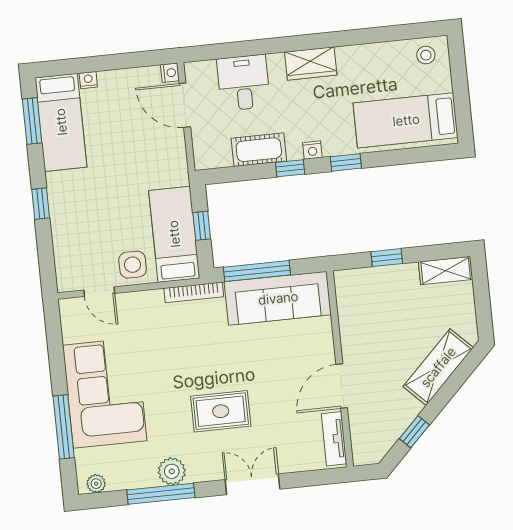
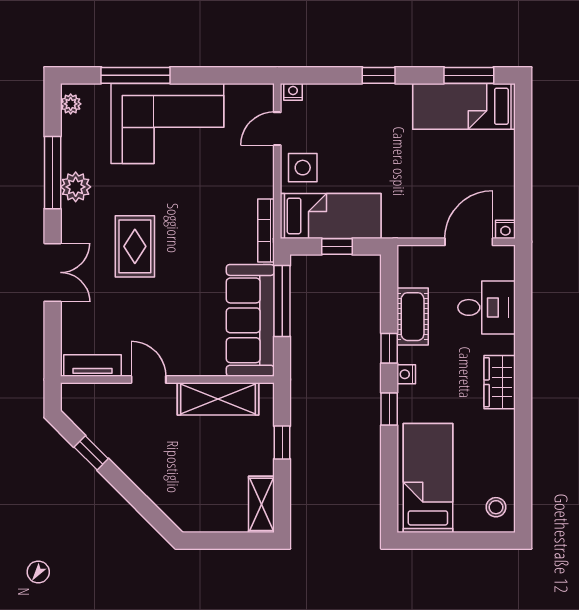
nightstand: (88, 80) -> (293, 92), moved, turned -90
shelving: (438, 367) -> (218, 399), moved, turned -45
door: (342, 386) -> (149, 380), width x0.73

